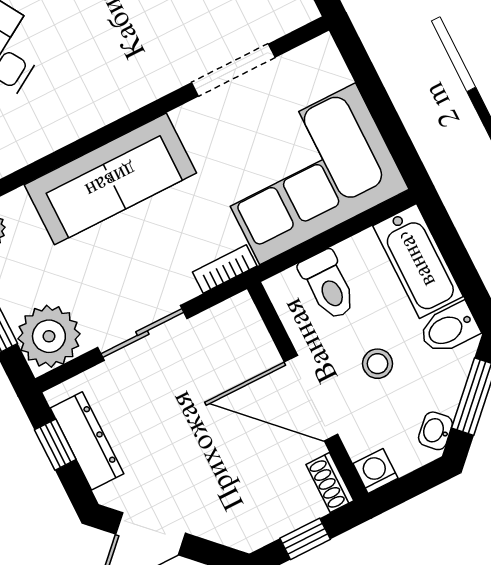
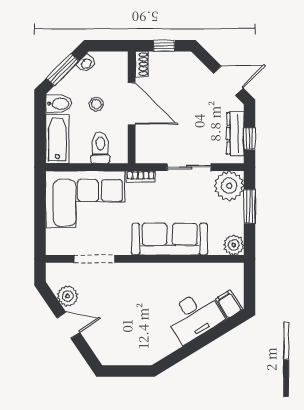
washing machine: (376, 471) -> (120, 59), removed

